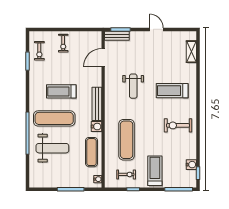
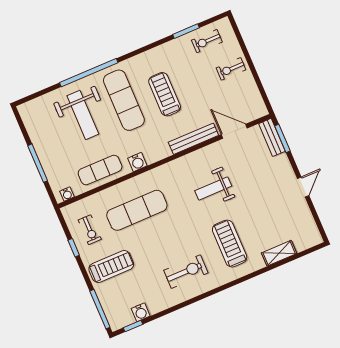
shelving: (191, 52) -> (279, 253), moved
bench: (97, 104) -> (193, 139), moved
exercise bike: (178, 125) -> (186, 272), turned 90

